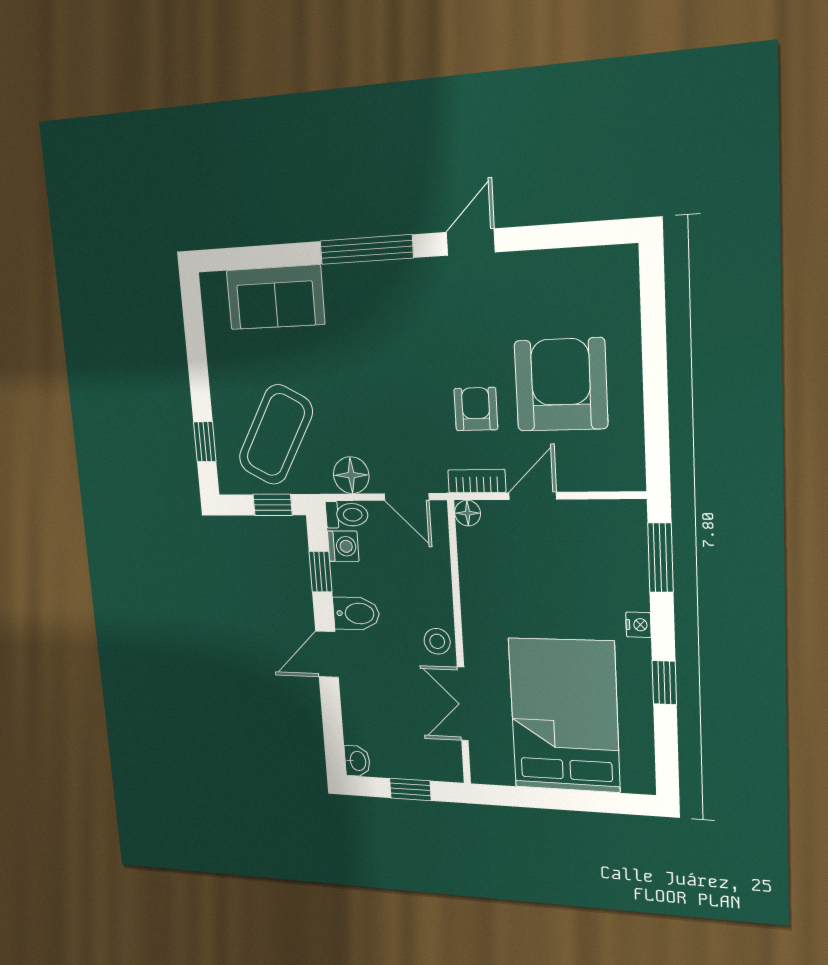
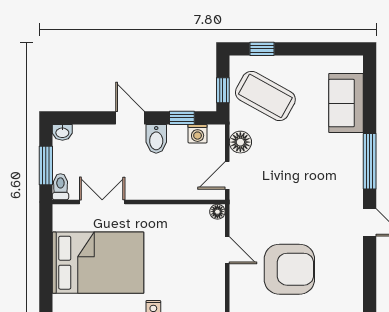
armchair: (476, 409) -> (277, 220), removed
bookcase: (477, 481) -> (236, 218), removed
toilet: (347, 515) -> (60, 187), moved, turned 180
stool: (437, 641) -> (140, 189), removed
window: (410, 789) -> (46, 166), width x1.50

